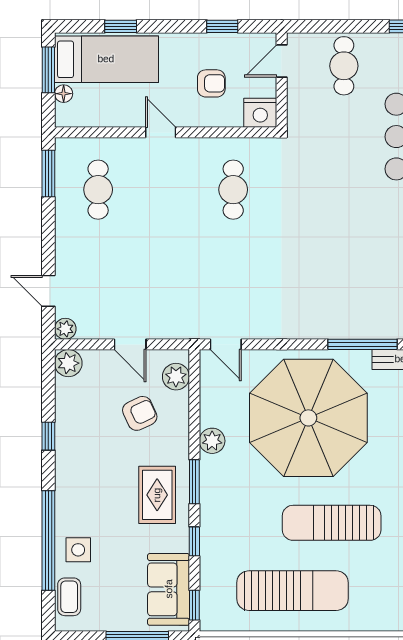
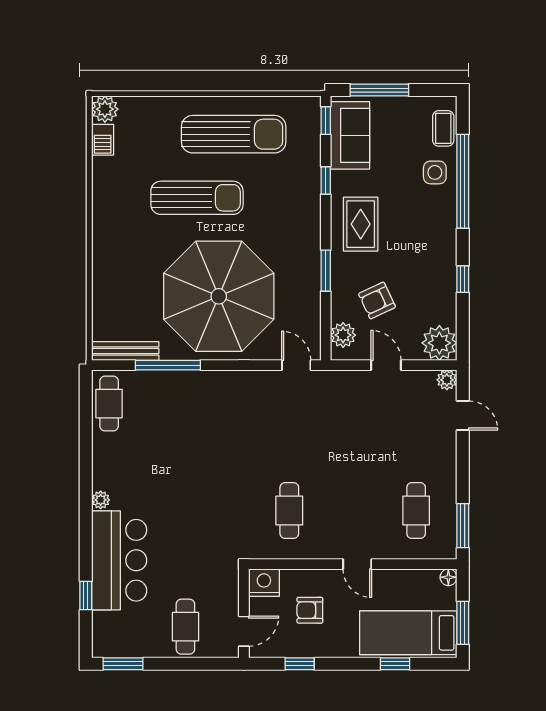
floor lamp: (64, 94) -> (448, 577), moved
plant: (68, 363) -> (439, 343), width x1.36, depth x1.36
plant: (212, 441) -> (309, 275), removed
window: (194, 482) -> (326, 271), moved
sun lounger: (293, 591) -> (234, 134), turned 180

